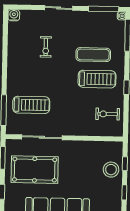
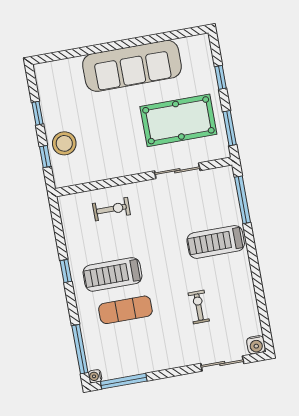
sliding door: (59, 8) -> (222, 363), moved
treadmill: (31, 105) -> (216, 242), moved
exercise bike: (108, 114) -> (111, 209), moved
sliding door: (42, 137) -> (177, 171), width x0.73

